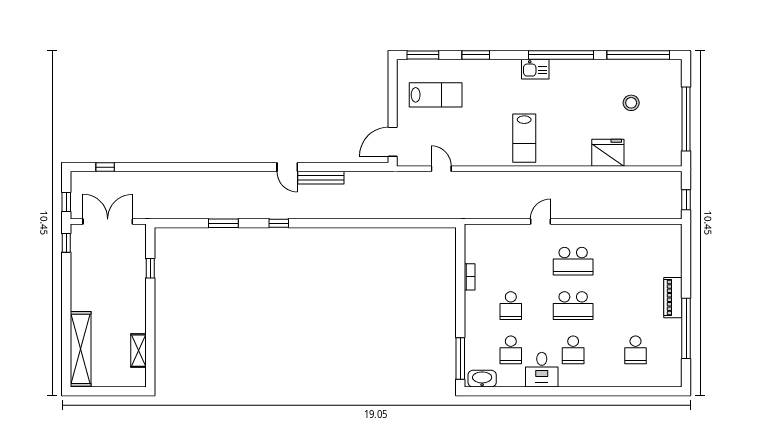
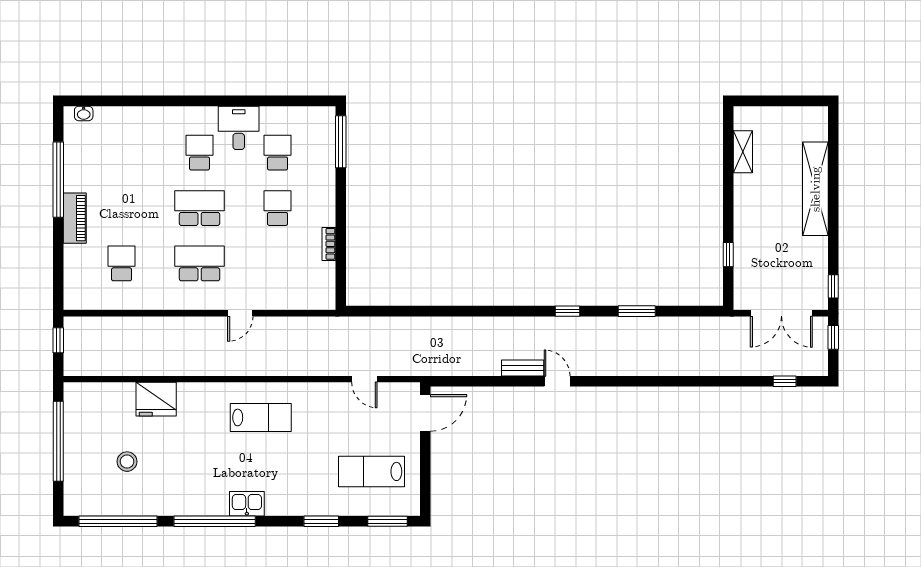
lab bench: (524, 138) -> (261, 417), turned 90
bench: (321, 178) -> (523, 368), width x0.73
shelving: (81, 349) -> (815, 189), moved
school desk: (635, 350) -> (122, 263), moved
washbasin: (482, 379) -> (84, 113), moved, width x0.52, depth x0.69

